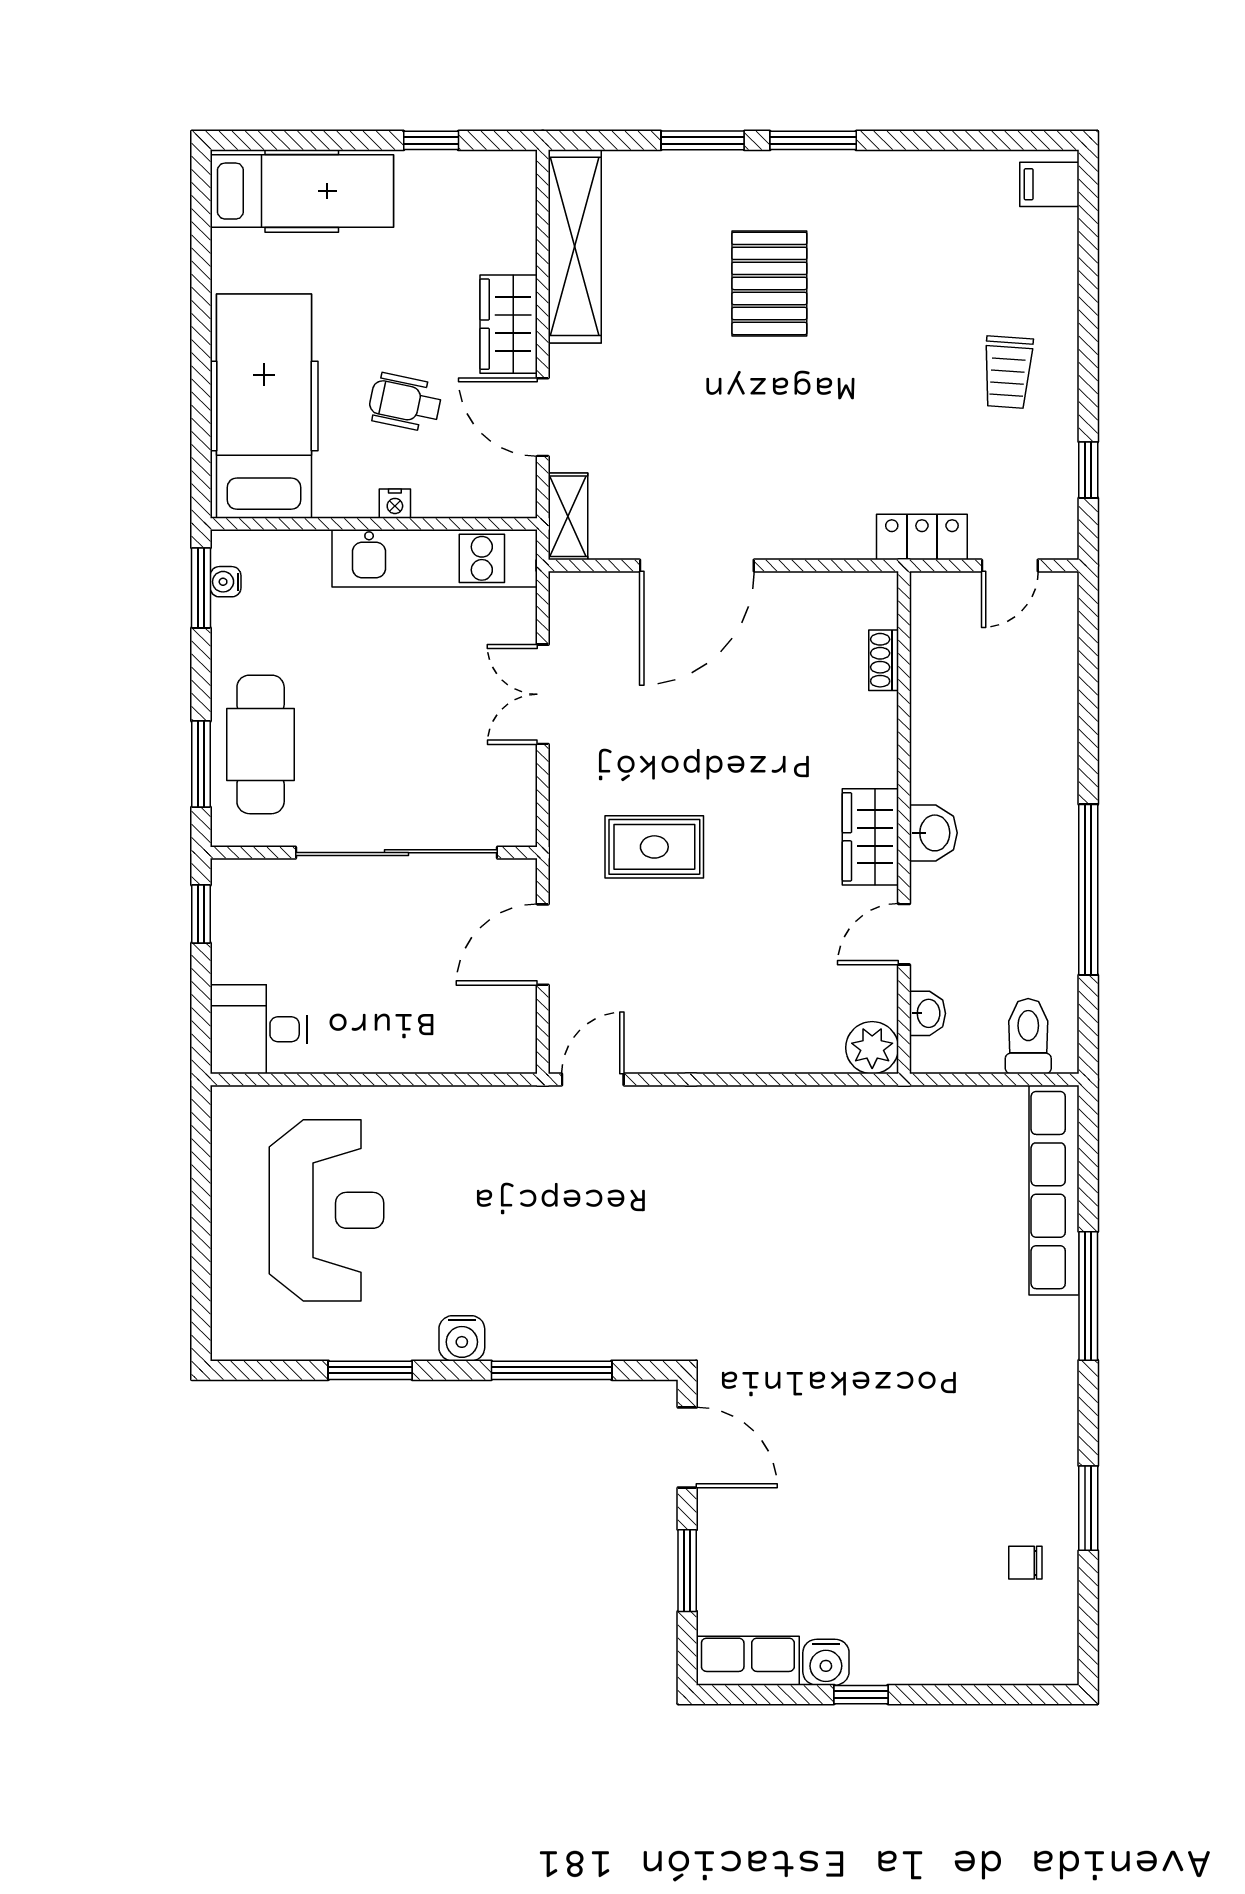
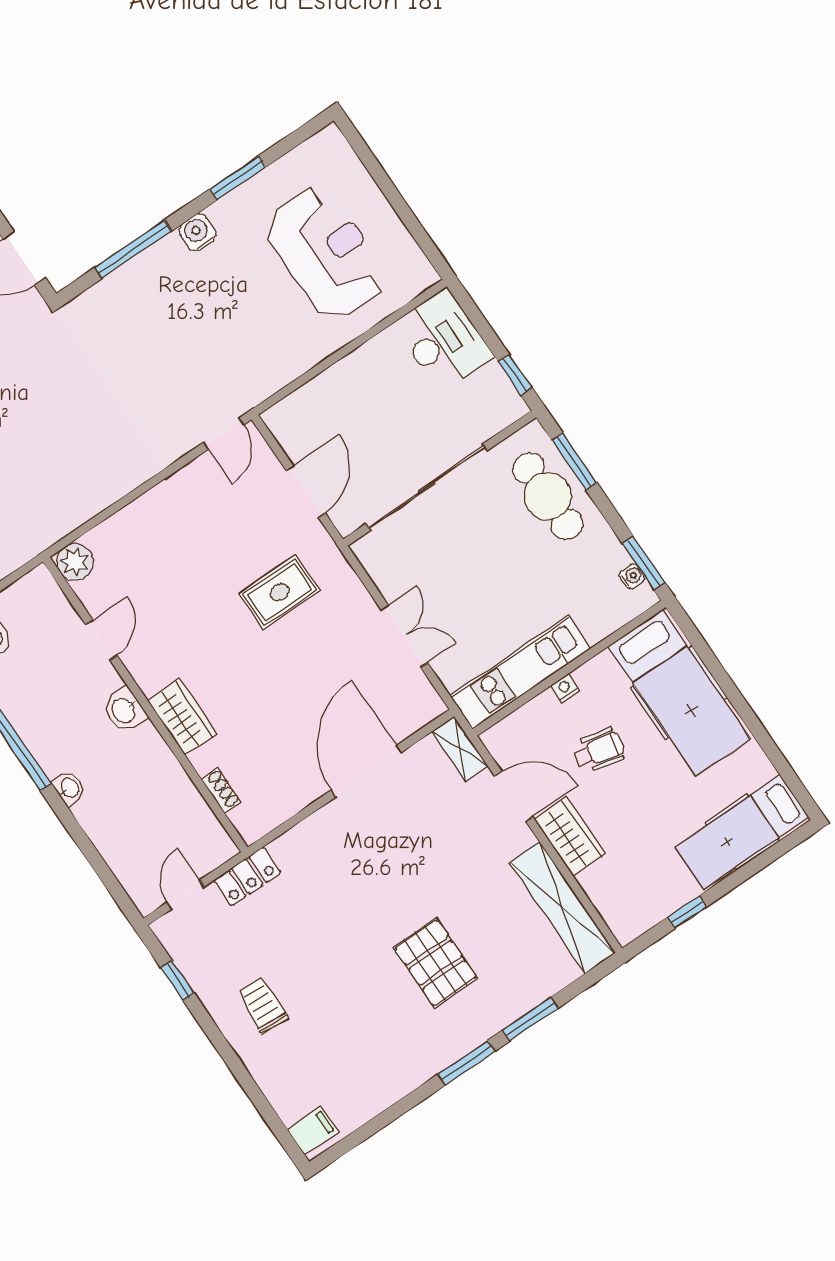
wardrobe: (870, 837) -> (182, 717), moved
washbasin: (927, 1013) -> (69, 788), moved, turned 180
desk: (259, 1029) -> (443, 340), width x1.37
reception desk: (327, 1210) -> (326, 253), turned 180

